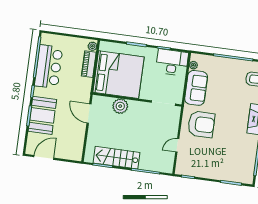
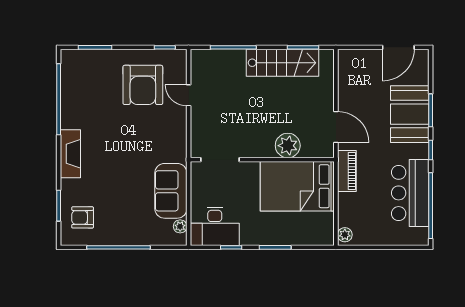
piano: (89, 64) -> (347, 171), moved
bed: (119, 75) -> (297, 186), width x0.73
armchair: (201, 124) -> (143, 85), moved, turned -90
door: (177, 145) -> (189, 95), swing flipped

